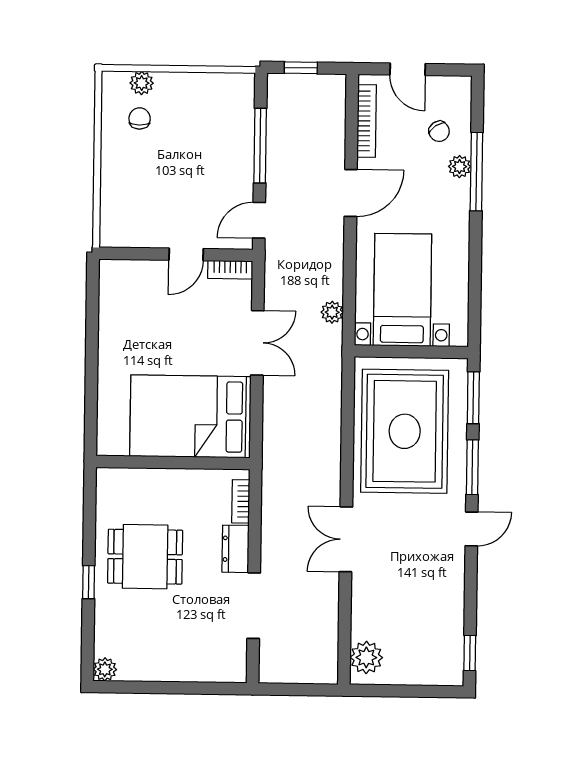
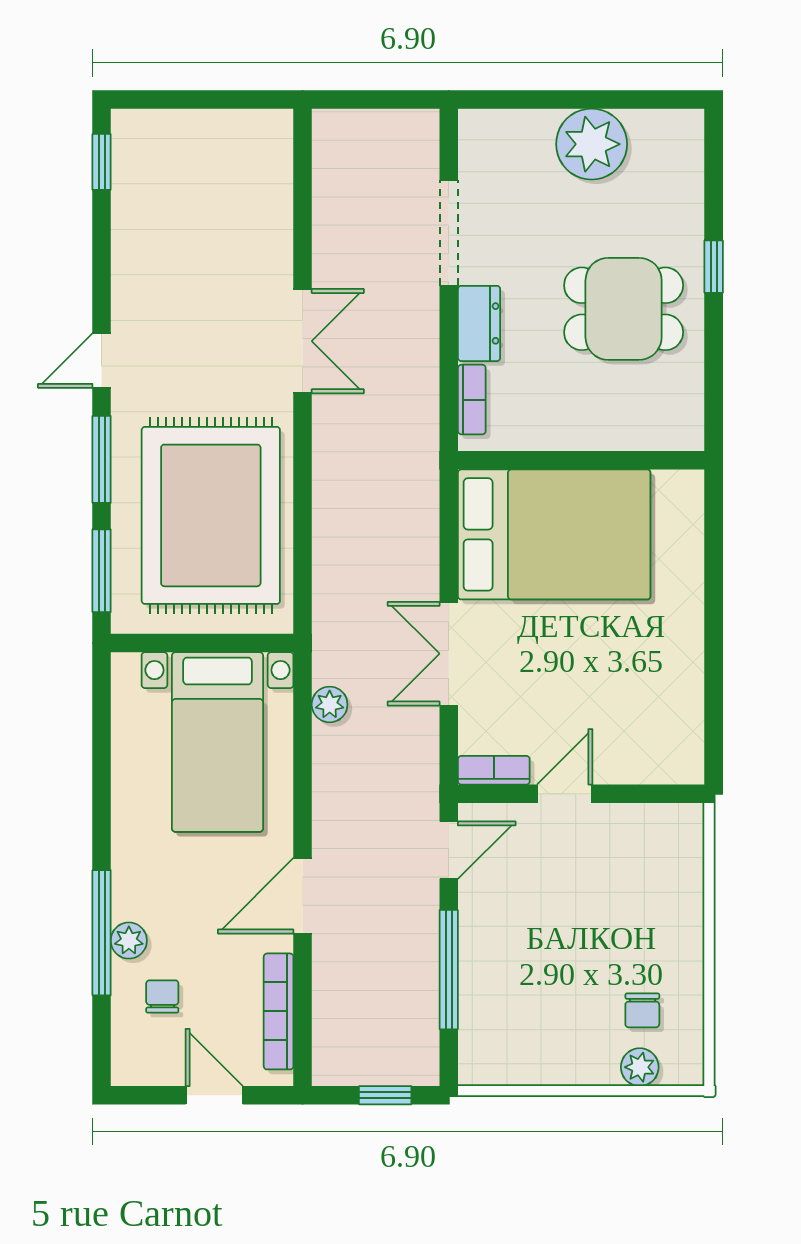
chair: (439, 131) -> (162, 996), turned 35
plant: (366, 657) -> (267, 152), removed
plant: (105, 669) -> (592, 144), moved, width x1.88, depth x1.88

